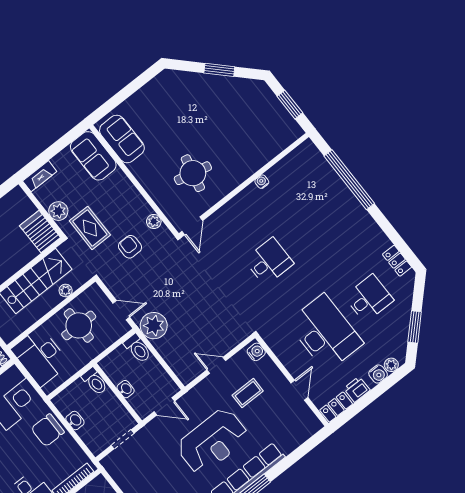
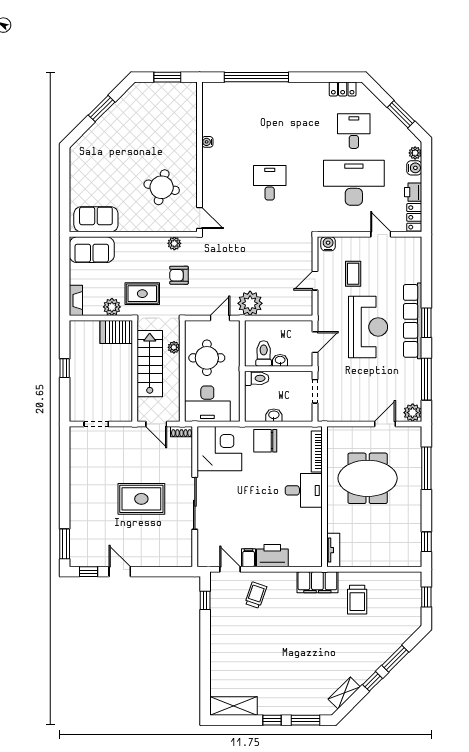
toilet: (138, 348) -> (264, 353), moved, turned -90
chair: (48, 430) -> (265, 441), turned 90

